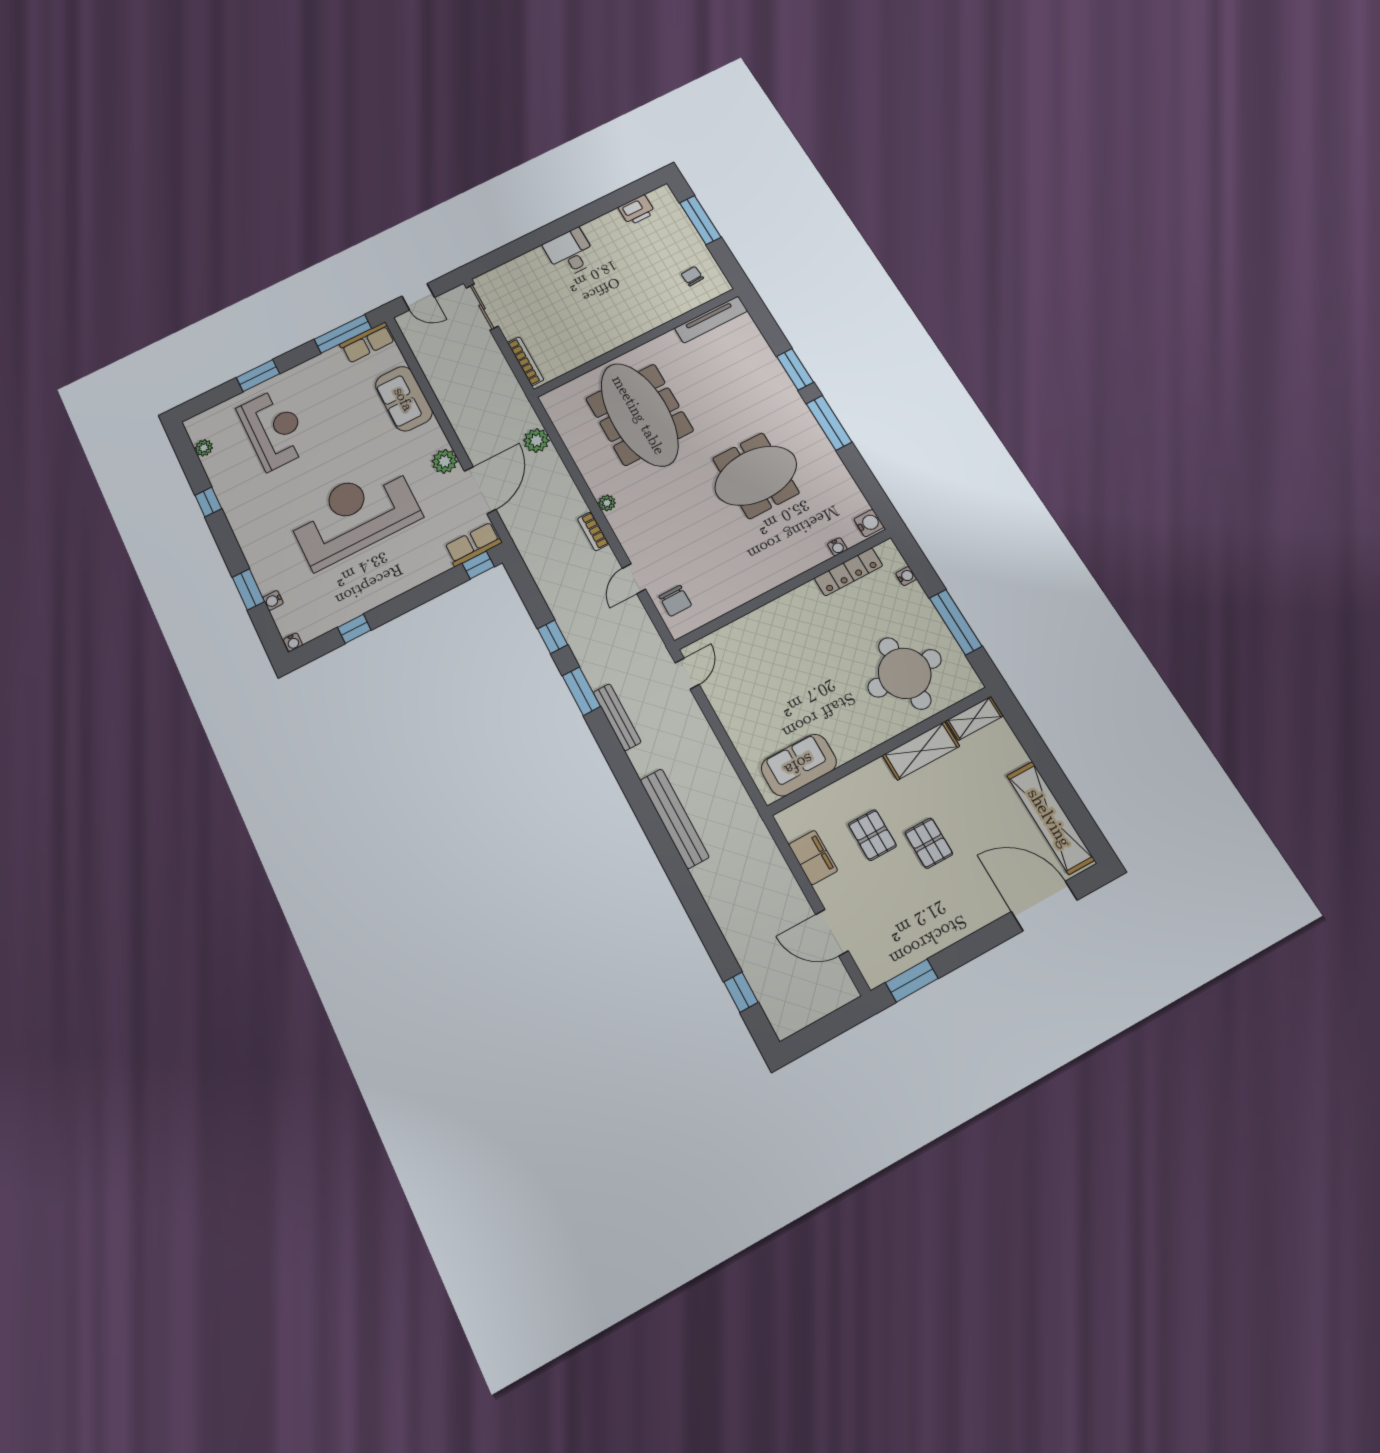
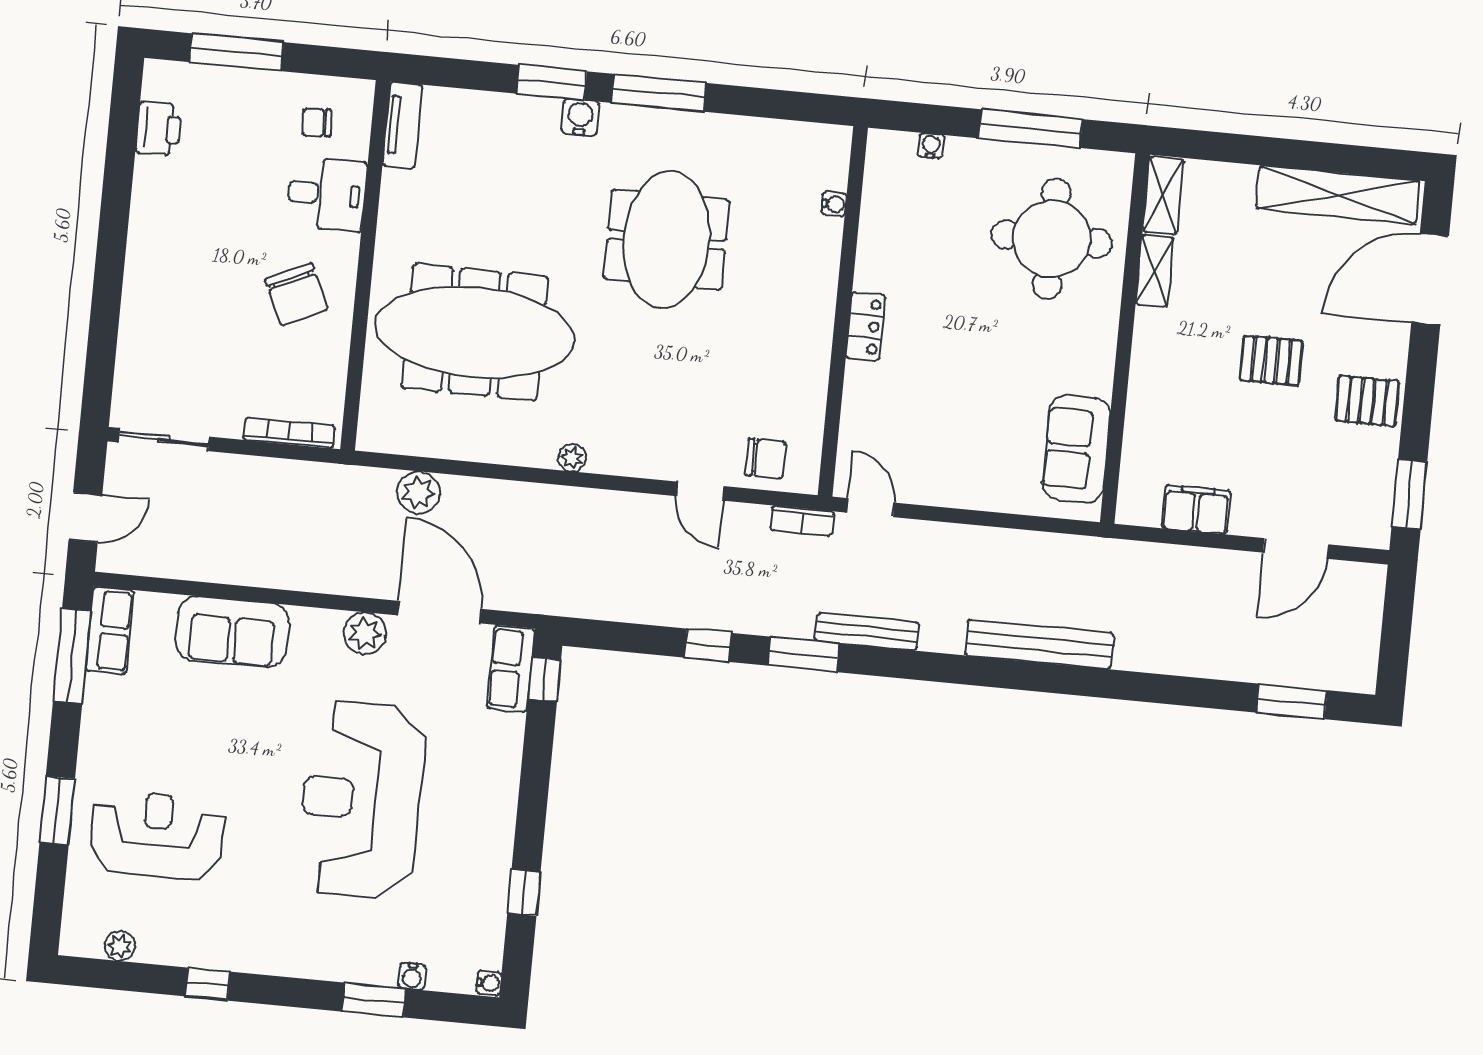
desk: (570, 253) -> (327, 194), moved, turned 180
tv unit: (711, 320) -> (402, 125), width x0.71
chair: (599, 321) -> (297, 294), added
water cooler: (869, 523) -> (580, 117), moved
bookcase: (593, 531) -> (802, 521), moved
locker: (849, 572) -> (866, 326), moved, width x0.66
shelving: (921, 751) -> (1155, 271), width x0.67, depth x0.75
pallet: (872, 835) -> (1367, 401), moved
window: (741, 992) -> (1292, 701), width x1.50

